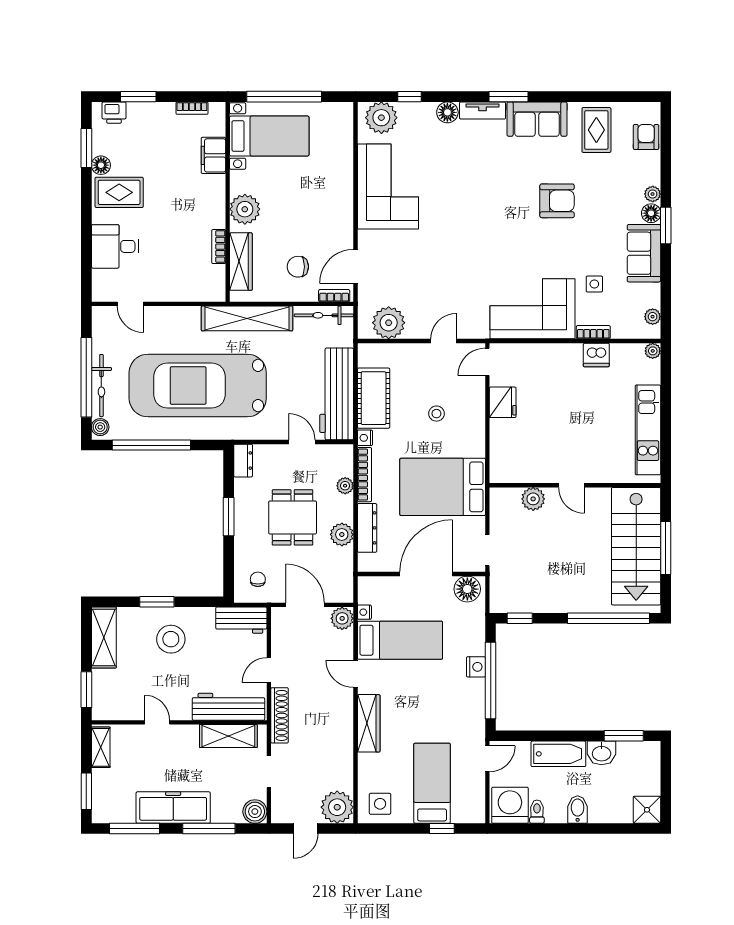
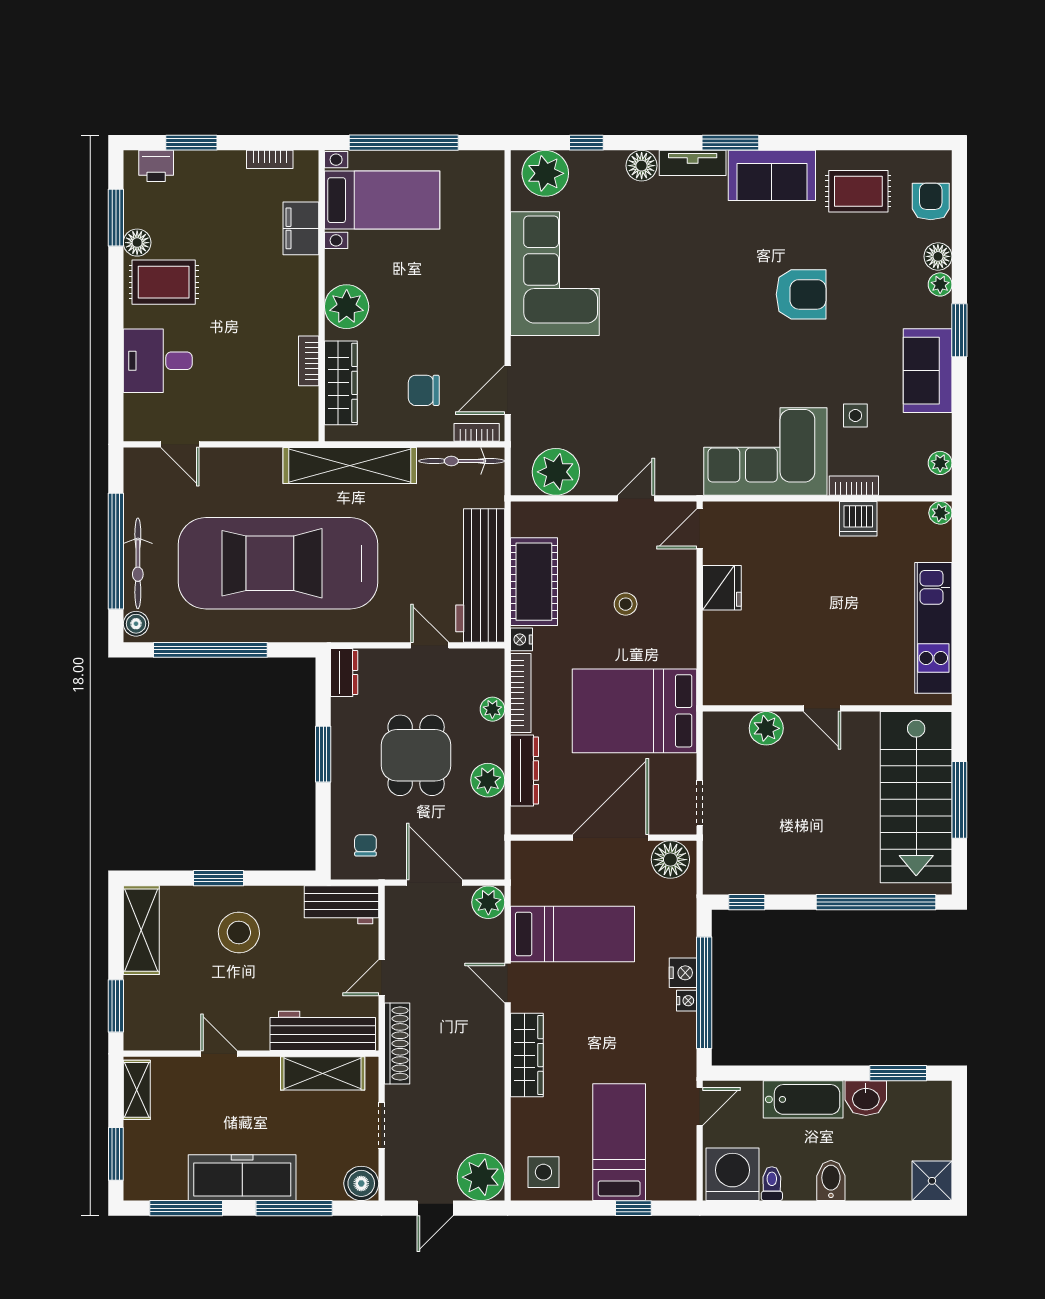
rug: (596, 130) -> (858, 191), turned 90
floor lamp: (651, 213) -> (938, 256), moved
nightstand: (364, 612) -> (687, 1001), moved, turned 180

